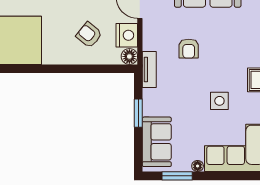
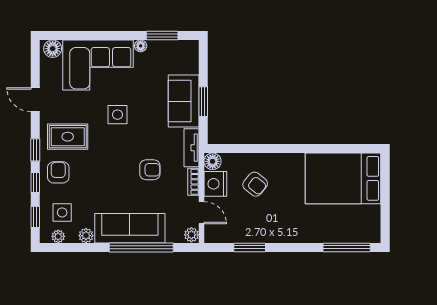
bookcase: (148, 37) -> (193, 182), added
armchair: (189, 49) -> (150, 170), turned 90
sofa: (157, 142) -> (184, 101), moved

